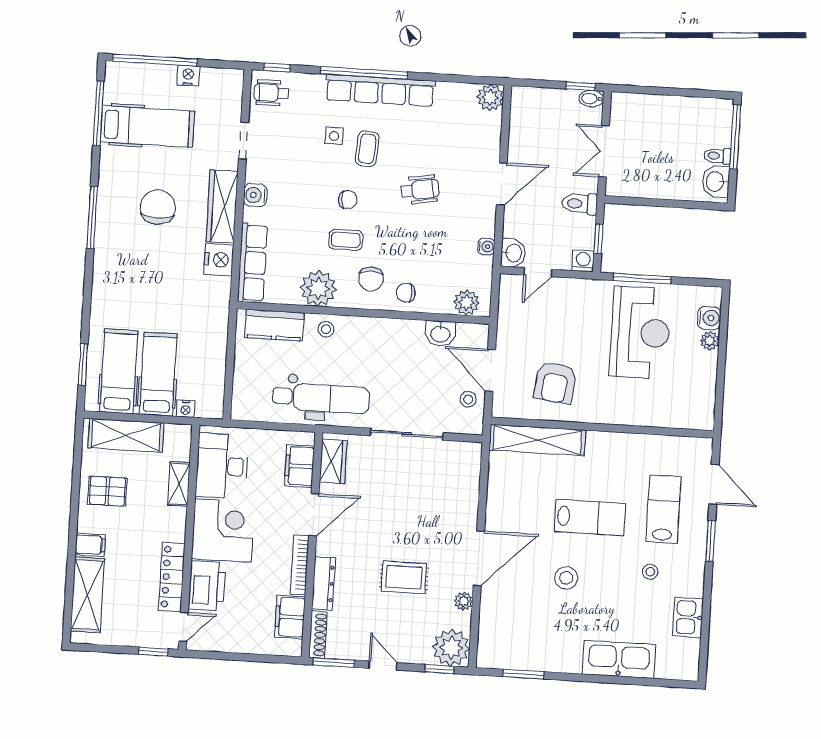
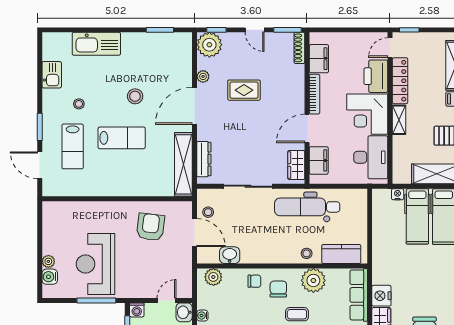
shelving: (537, 440) -> (183, 164), moved, turned 90
shelving: (179, 484) -> (399, 120), moved
lab bench: (590, 517) -> (122, 138), turned 180
dresser: (323, 583) -> (204, 159), moved, turned 180

